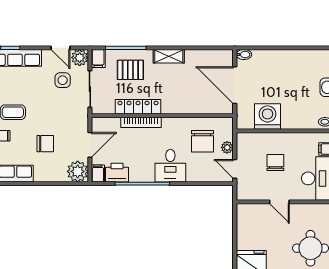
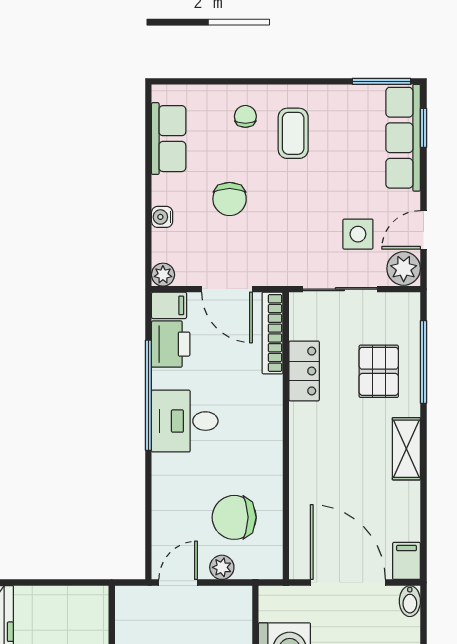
filing cabinet: (98, 58) -> (407, 561), moved, turned 90
door: (235, 85) -> (348, 583), hinge flipped
locker: (138, 107) -> (304, 371), width x0.66
bookcase: (141, 122) -> (272, 333), moved
desk: (170, 166) -> (185, 421), moved
plant: (78, 171) -> (163, 275), width x0.53, depth x0.53
water cooler: (54, 177) -> (162, 217), added

